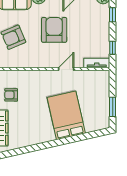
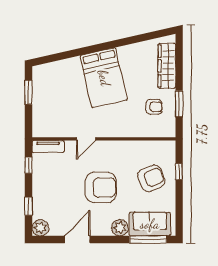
armchair: (54, 30) -> (101, 187), turned -90
bed: (66, 115) -> (104, 78), moved

